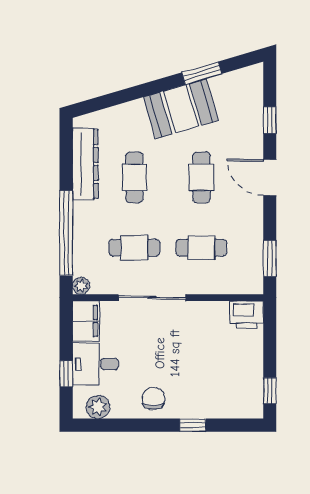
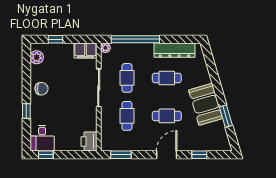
desk: (95, 364) -> (42, 138), moved, turned 180

